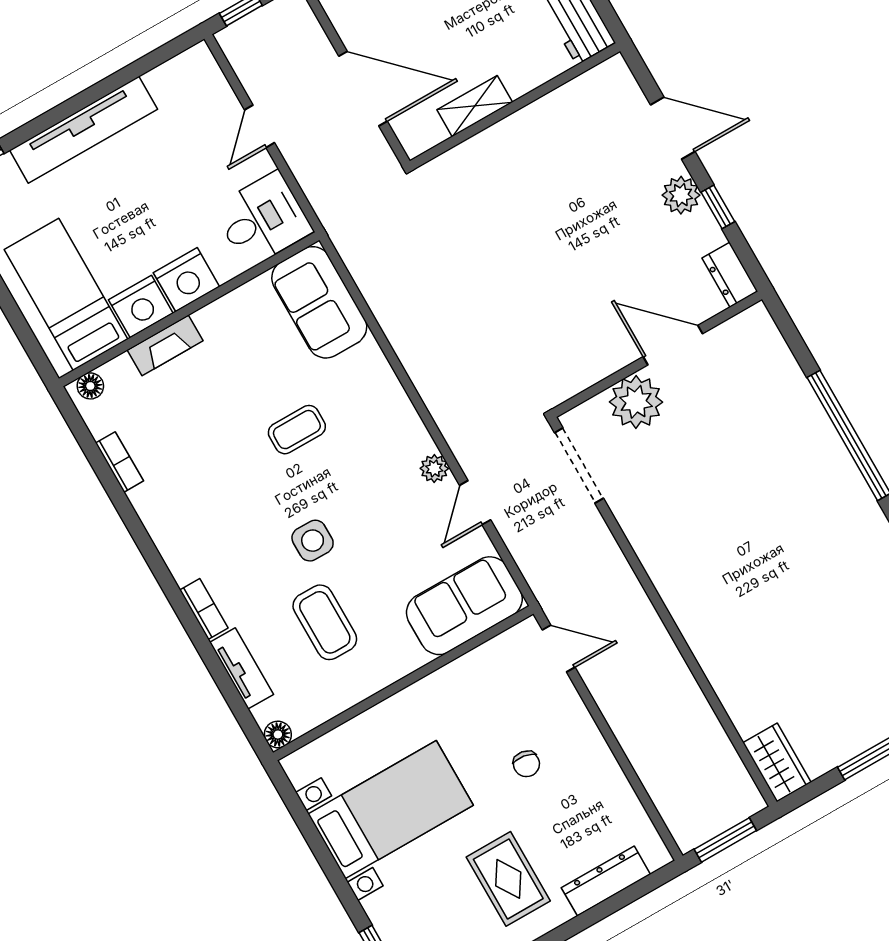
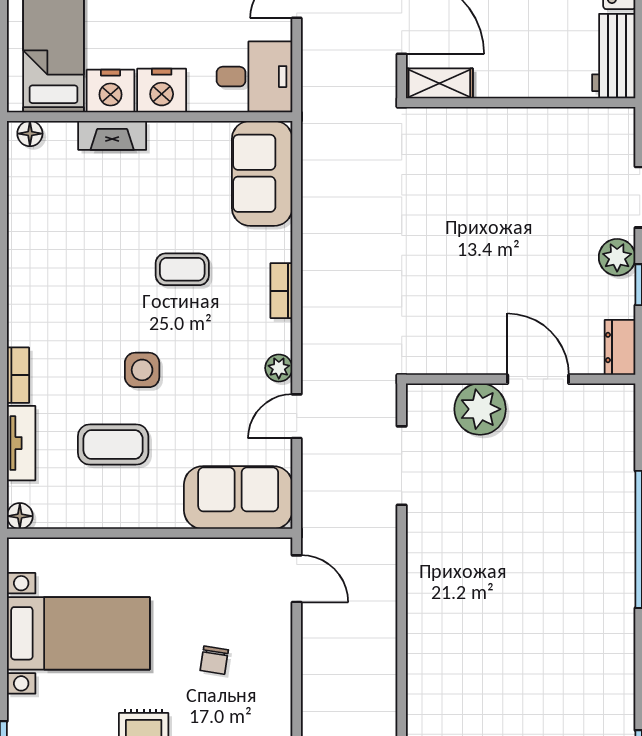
shelving: (475, 106) -> (439, 83), moved
bookcase: (119, 462) -> (281, 291), moved, turned 180
doorway: (579, 465) -> (402, 466), moved
coffee table: (325, 622) -> (113, 444), turned 90

